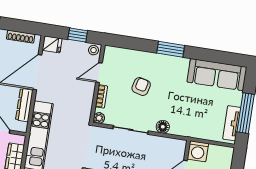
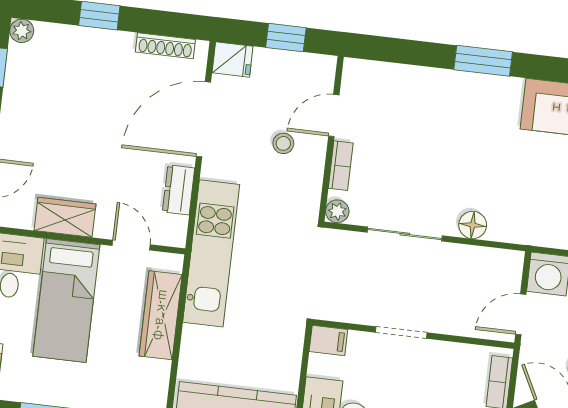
stool: (93, 50) -> (283, 143), moved
armchair: (141, 86) -> (424, 142), removed
dresser: (24, 105) -> (179, 190), width x0.70

